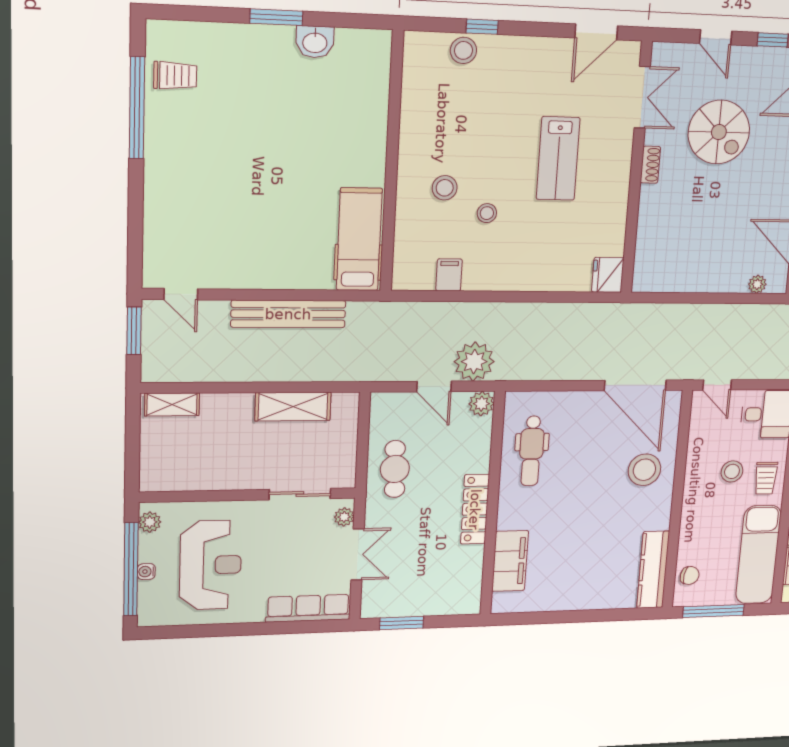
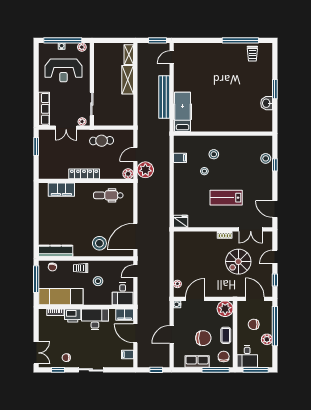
hospital bed: (359, 239) -> (183, 112), moved, turned -90
shelving: (293, 407) -> (128, 80), moved
trolley: (766, 478) -> (81, 268), moved

